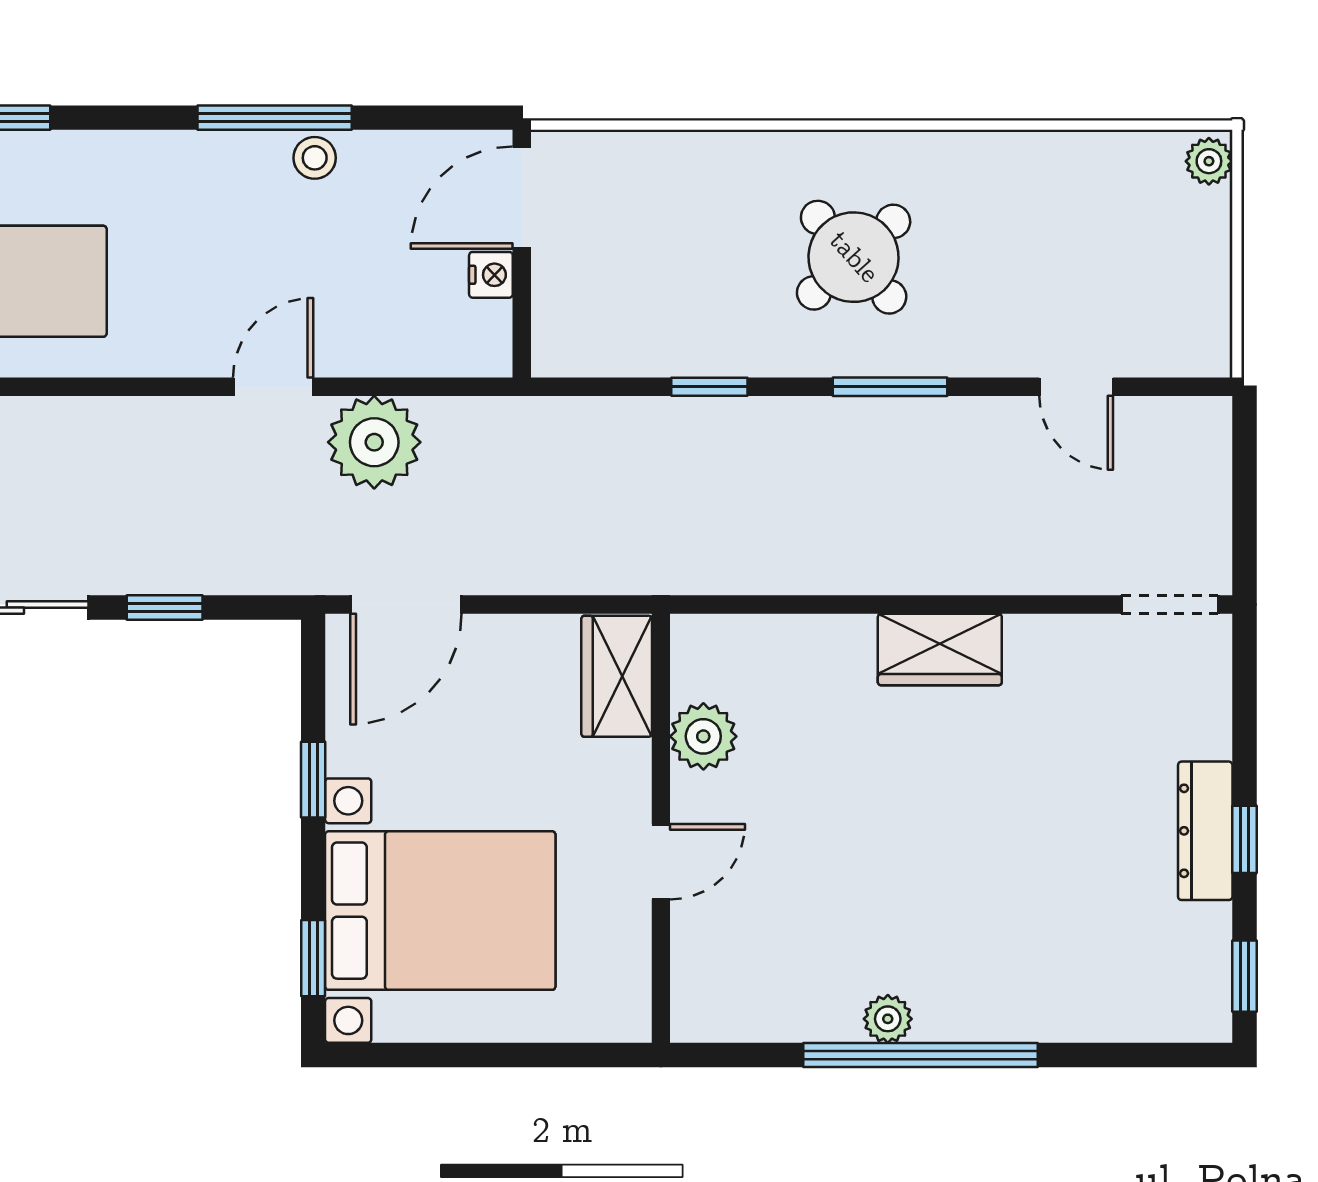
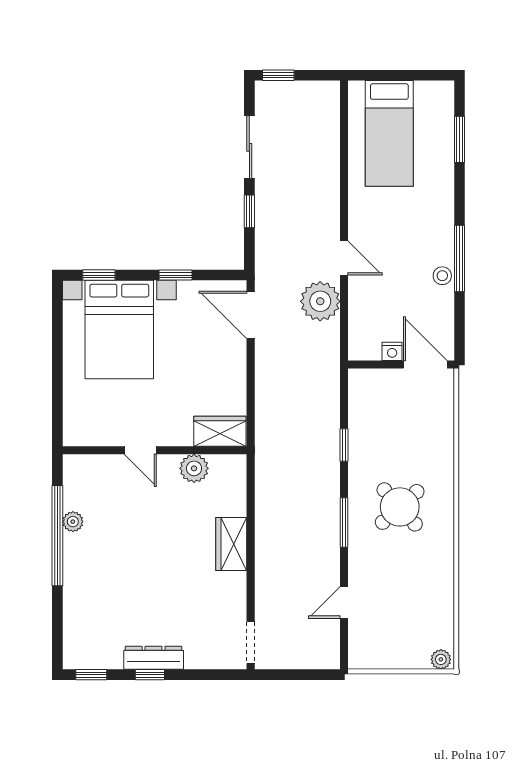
wardrobe: (617, 676) -> (220, 431), moved
plant: (703, 736) -> (194, 468), moved
wall: (661, 828) -> (155, 450), moved
door: (661, 862) -> (140, 450), moved

